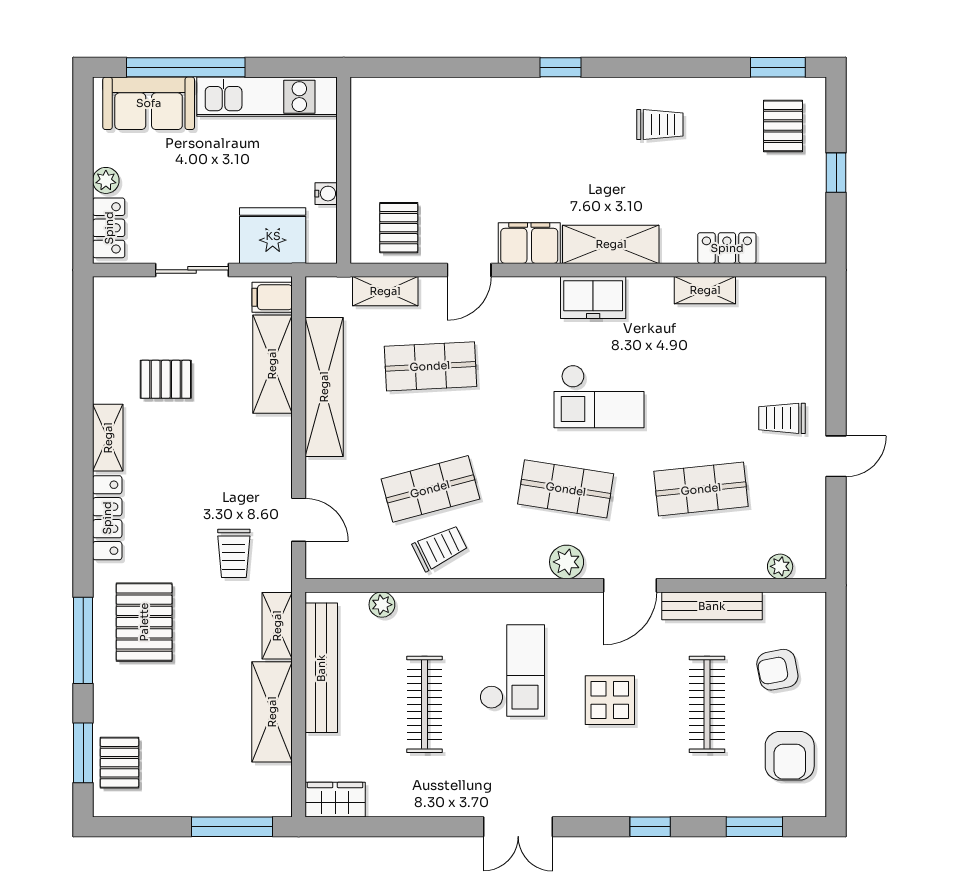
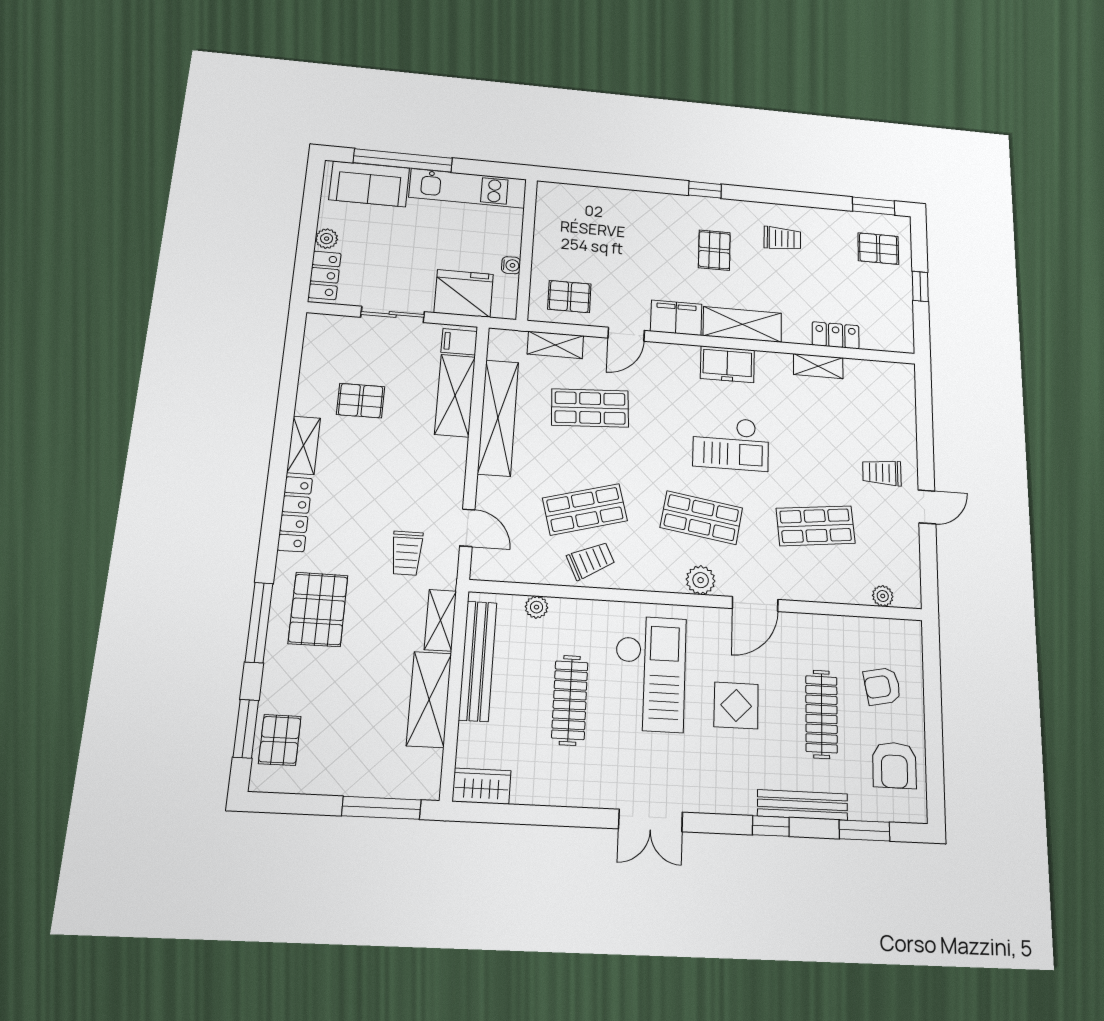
pallet: (783, 126) -> (878, 249), turned 90
pallet: (574, 149) -> (714, 250), added
pallet: (399, 228) -> (569, 297), turned 90
bench: (712, 606) -> (803, 805), moved
checkout: (512, 670) -> (650, 673), width x1.36, depth x1.21

